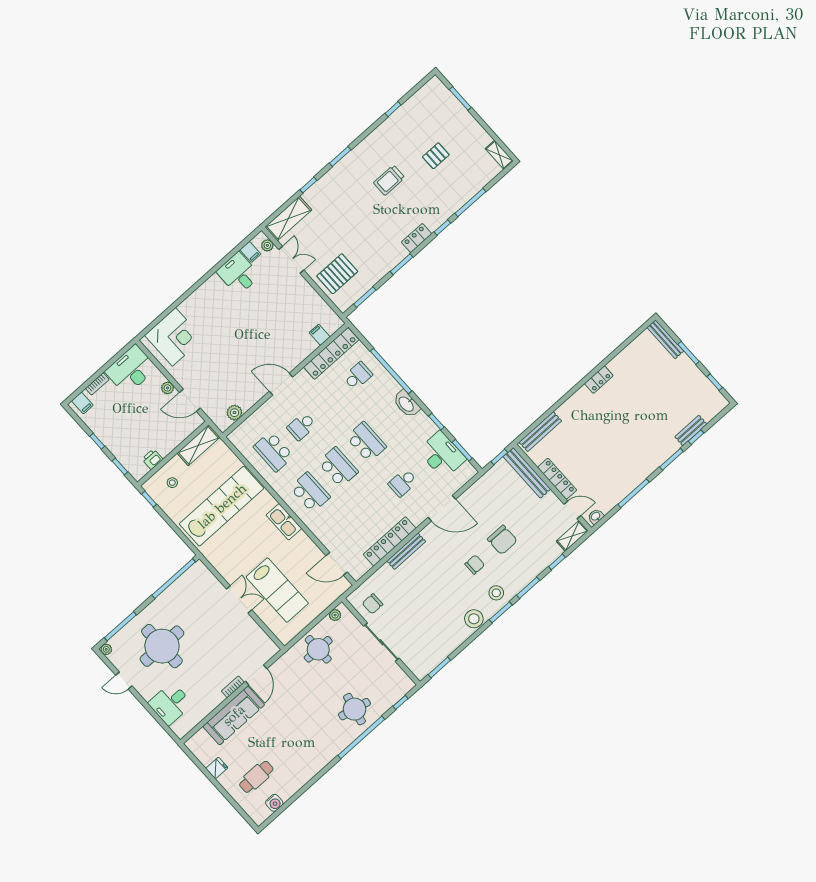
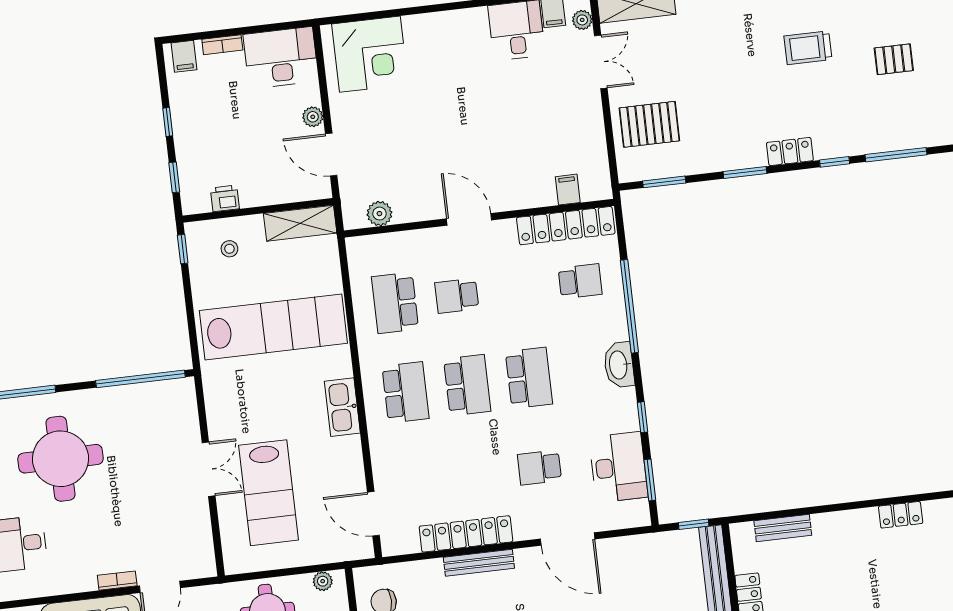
bench: (540, 432) -> (783, 528), width x0.73

